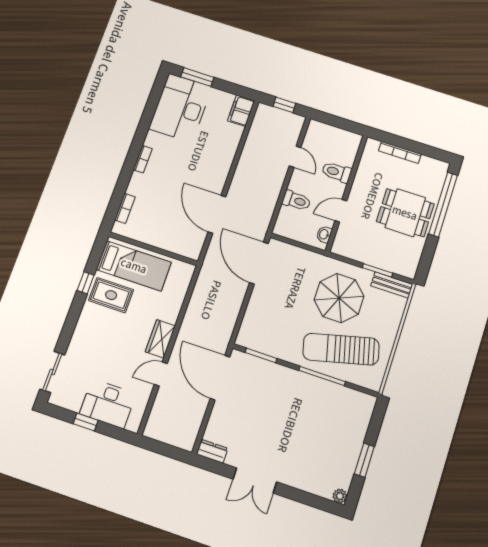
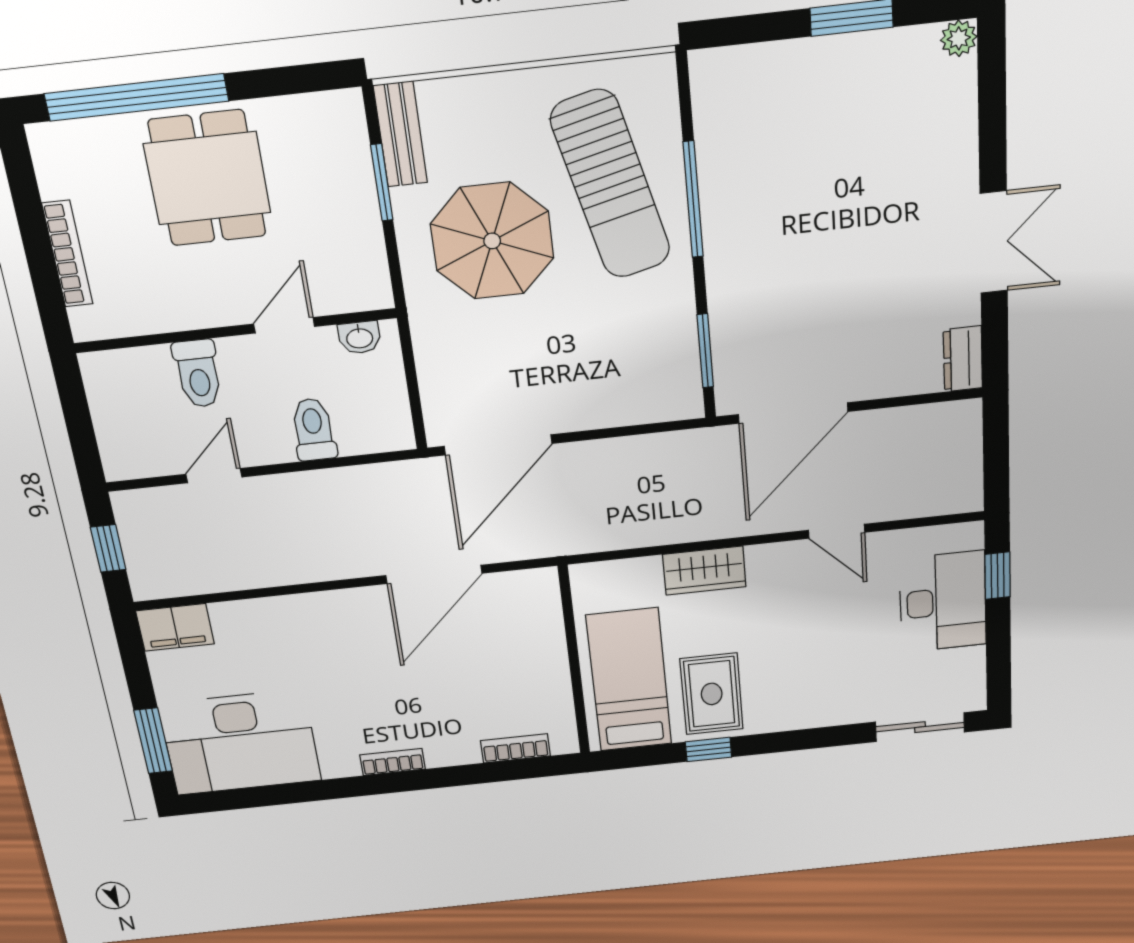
door: (341, 211) -> (284, 325), swing flipped
wardrobe: (160, 339) -> (704, 571), moved
window: (86, 422) -> (998, 576), moved

